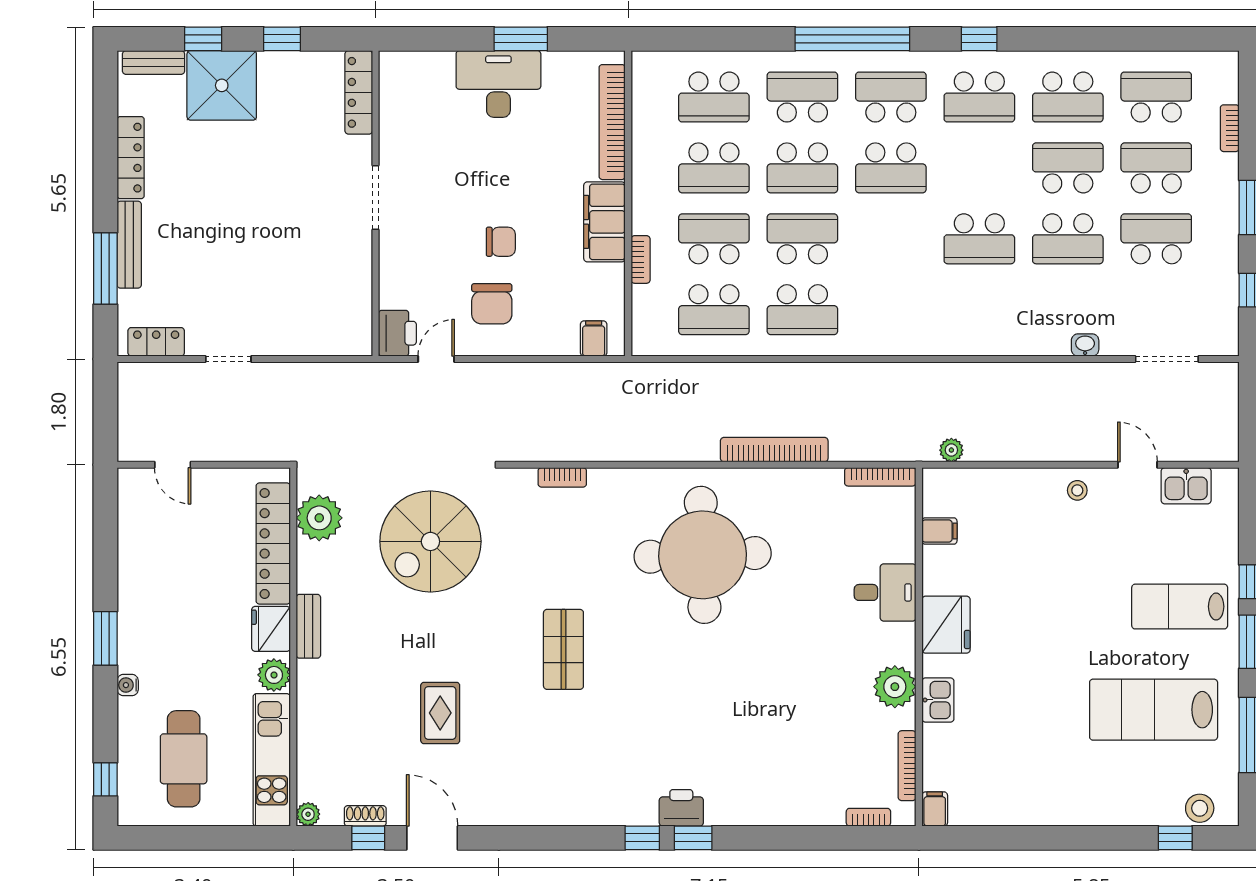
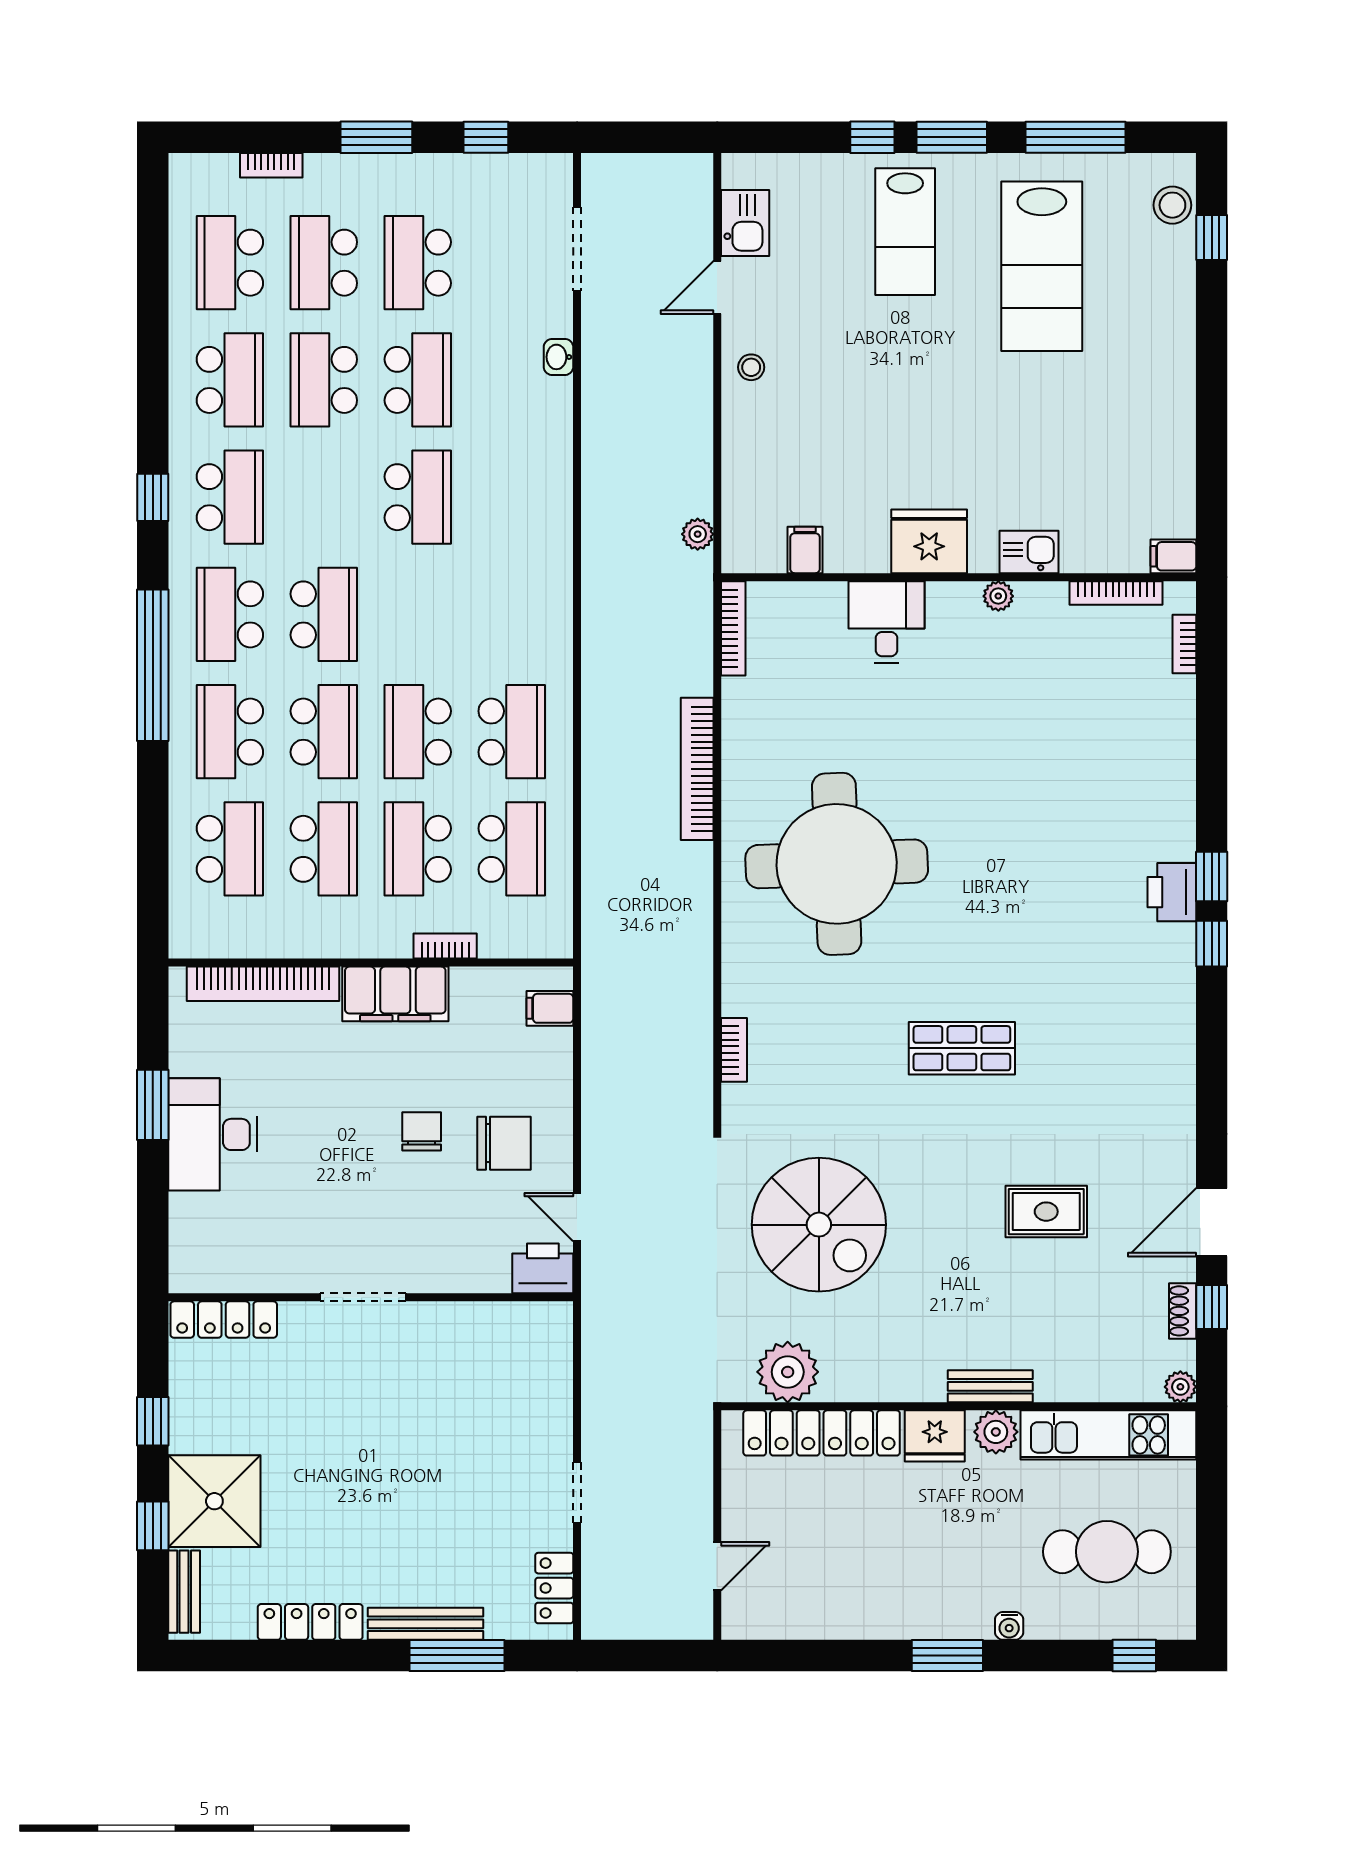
bench: (308, 626) -> (990, 1386), moved
plant: (895, 687) -> (998, 596), width x0.53, depth x0.53

